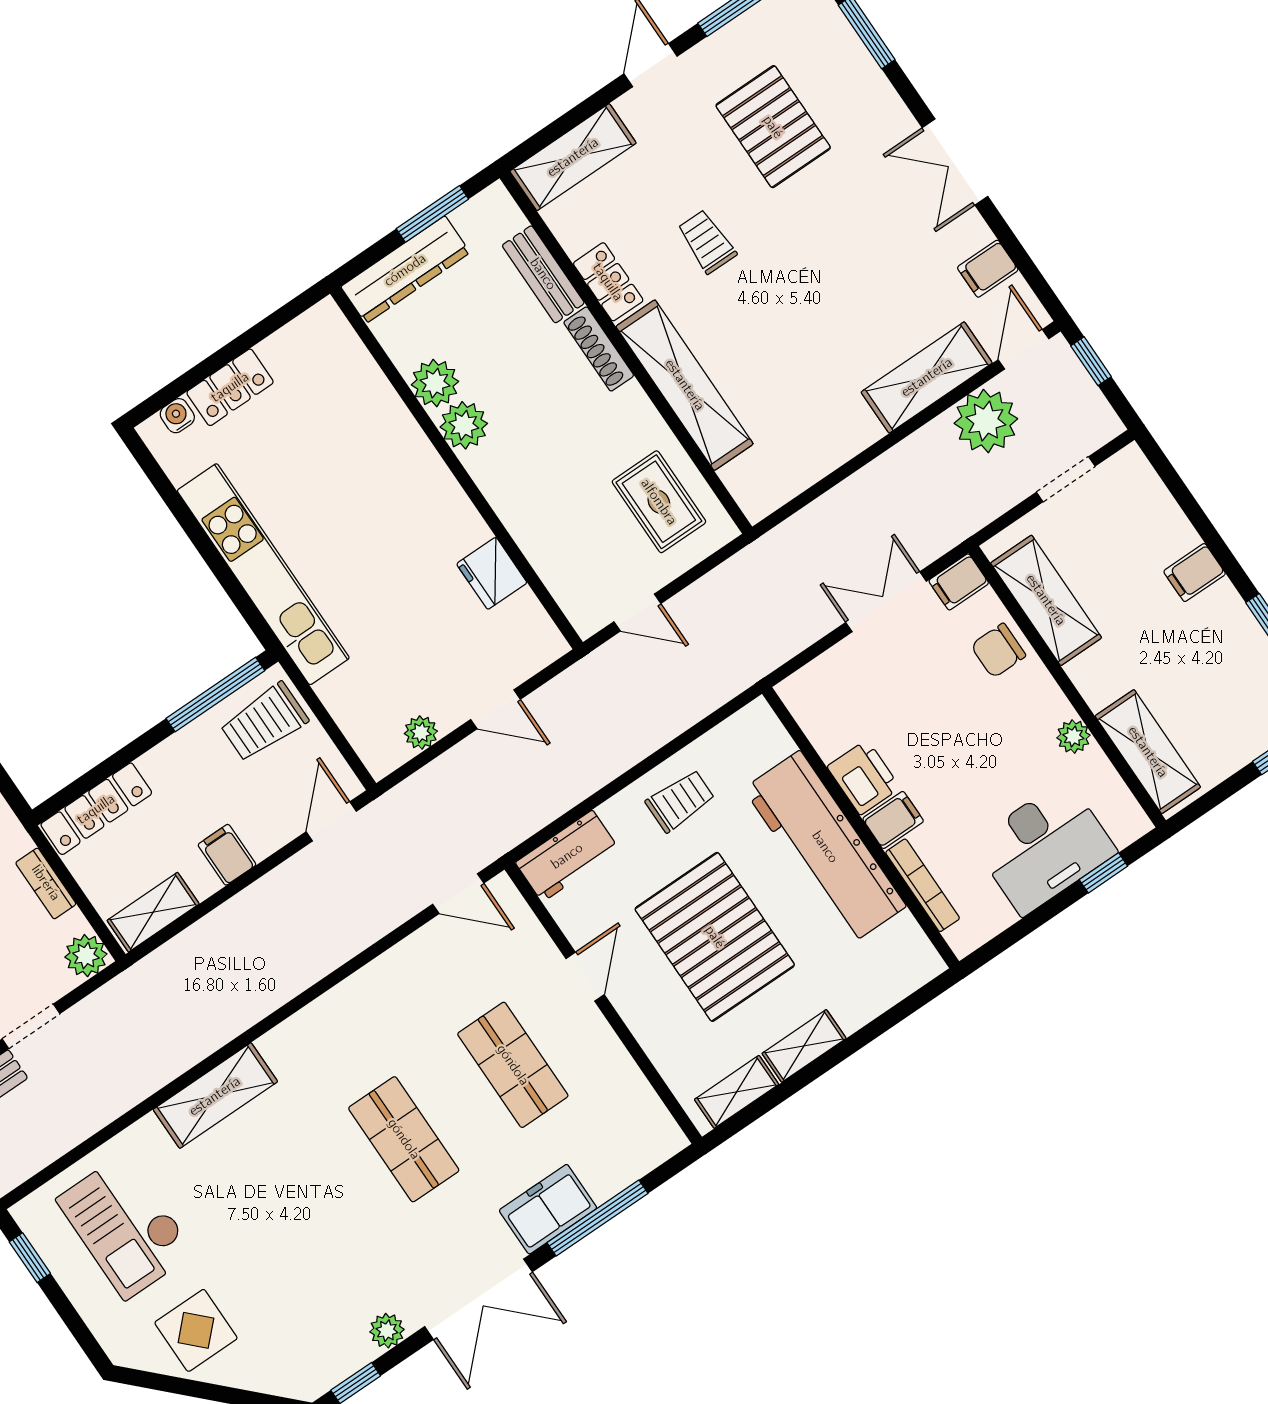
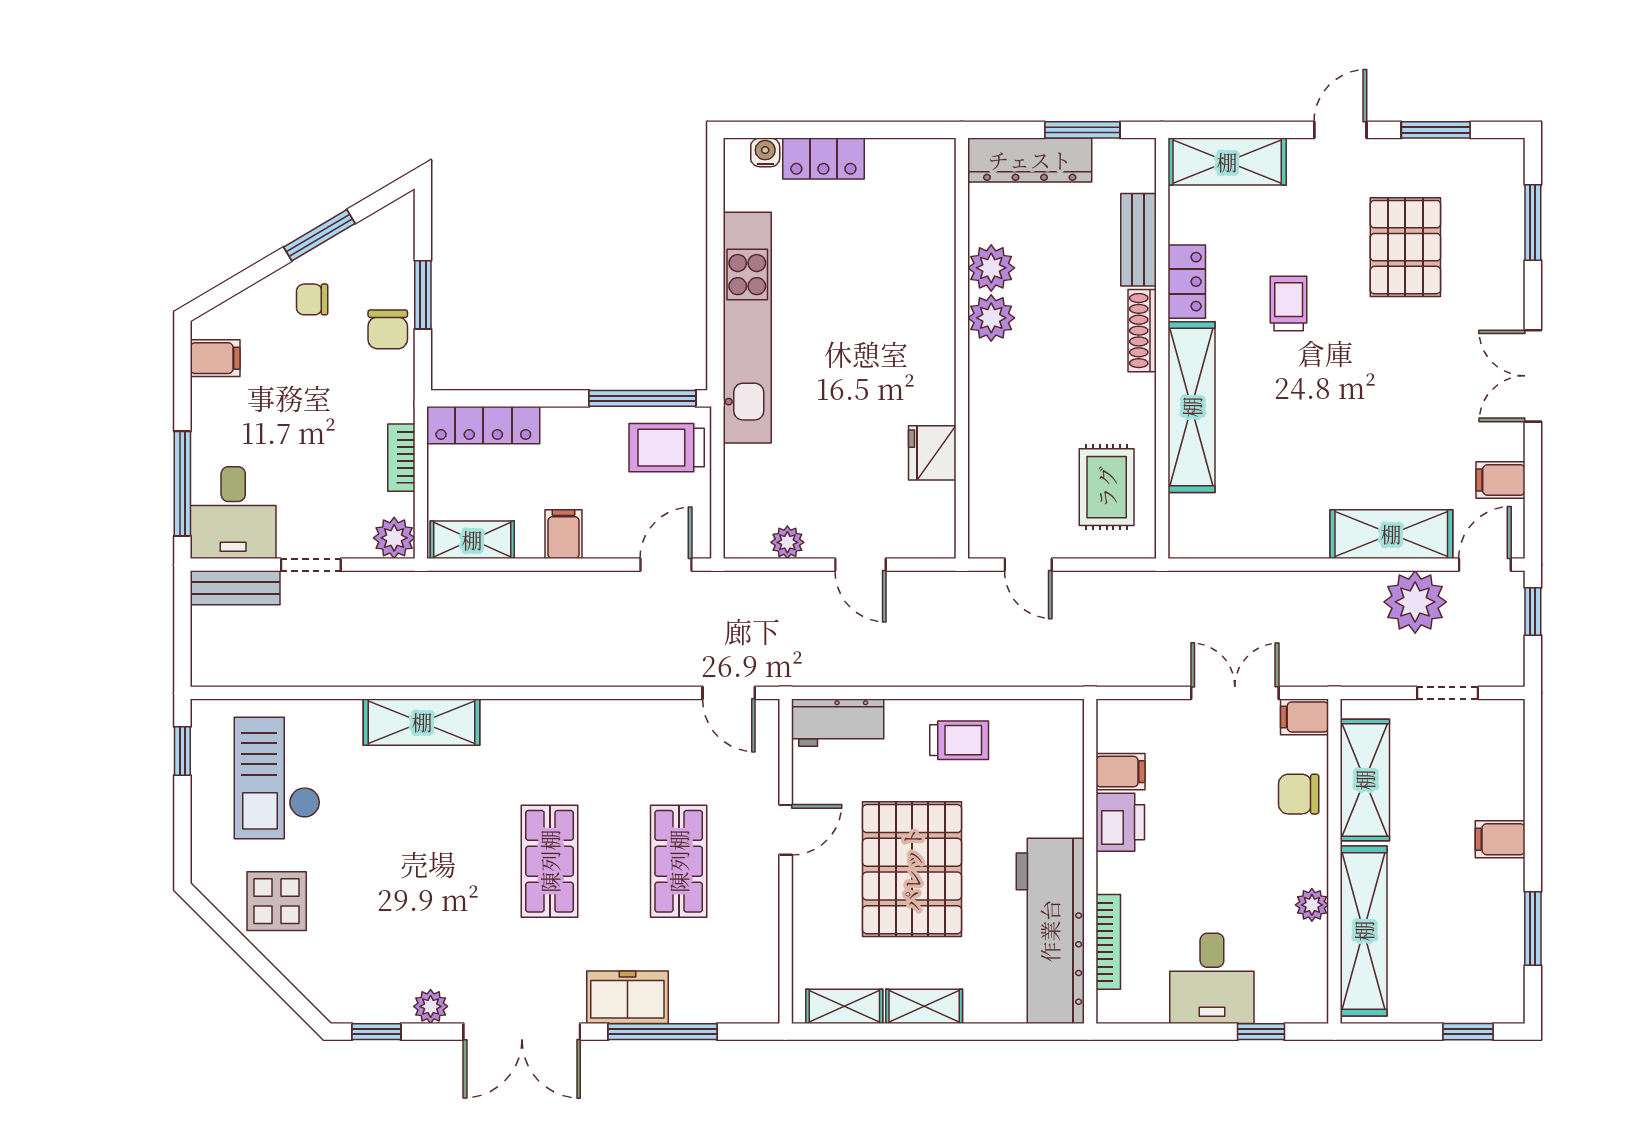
shelving: (1148, 752) -> (1364, 931), width x1.47
filing cabinet: (893, 820) -> (1120, 772), moved
workbench: (825, 847) -> (1050, 931), moved
desk: (1044, 847) -> (1212, 978), width x0.73

